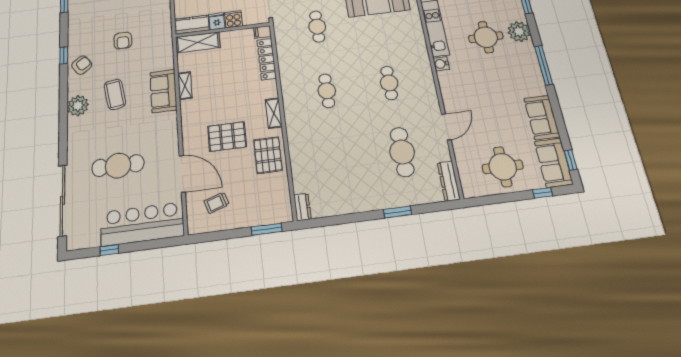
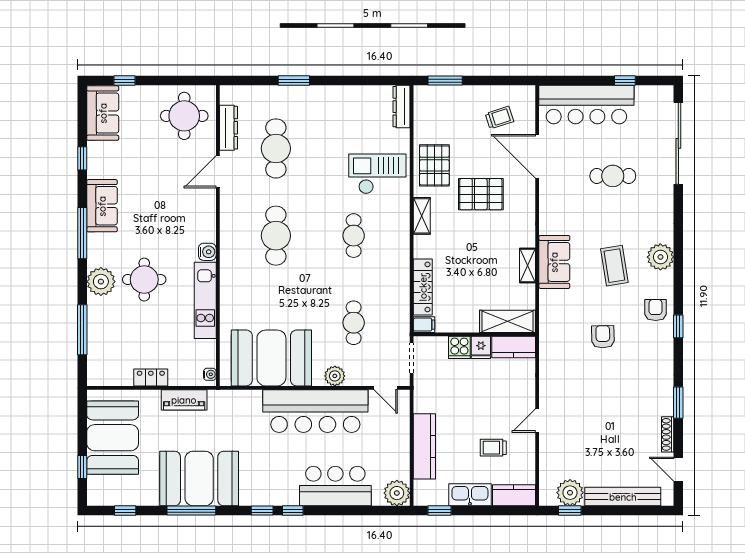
armchair: (82, 65) -> (656, 310), turned 127
cafe table: (389, 83) -> (276, 236), width x1.37, depth x1.35
sofa: (542, 117) -> (102, 206), moved
checkout: (314, 142) -> (377, 174), added
window: (571, 160) -> (82, 158), moved
cafe table: (118, 166) -> (613, 176), width x0.73, depth x0.74
round table: (503, 167) -> (184, 116), moved
dresser: (449, 181) -> (229, 128), moved
dresser: (302, 207) -> (401, 107), width x1.44

